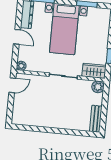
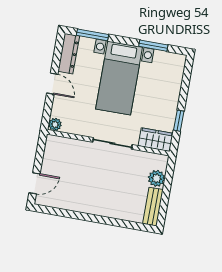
door: (12, 85) -> (34, 183), moved
plant: (98, 87) -> (157, 178), moved

